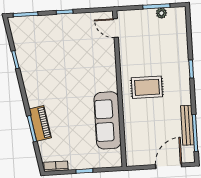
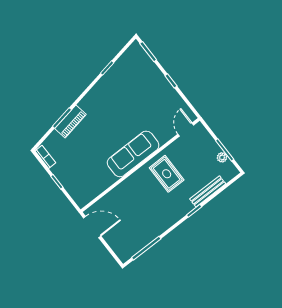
rug: (147, 87) -> (167, 174), moved
sofa: (108, 120) -> (133, 154), moved
bench: (187, 125) -> (208, 191), moved
door: (169, 166) -> (92, 227), moved

